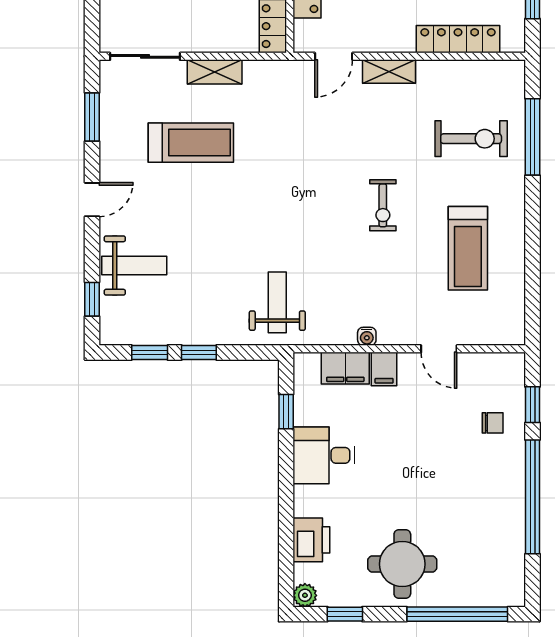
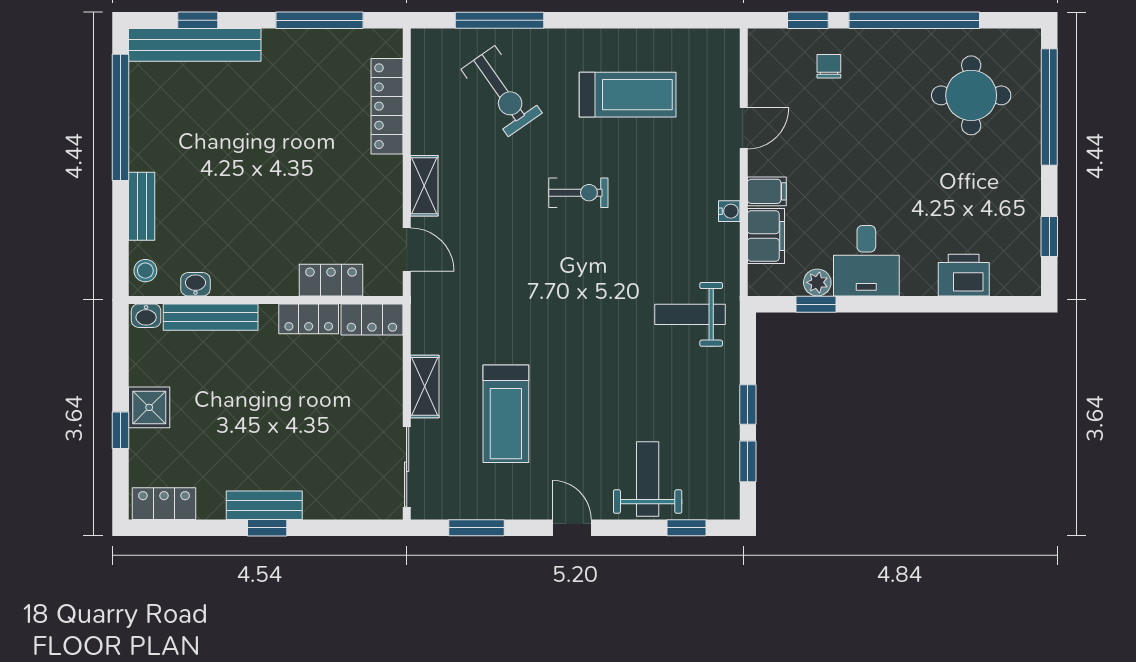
exercise bike: (471, 139) -> (502, 91), turned 145
treadmill: (191, 143) -> (506, 414), turned 180
round table: (402, 564) -> (971, 95), moved
plant: (305, 595) -> (817, 282), moved

